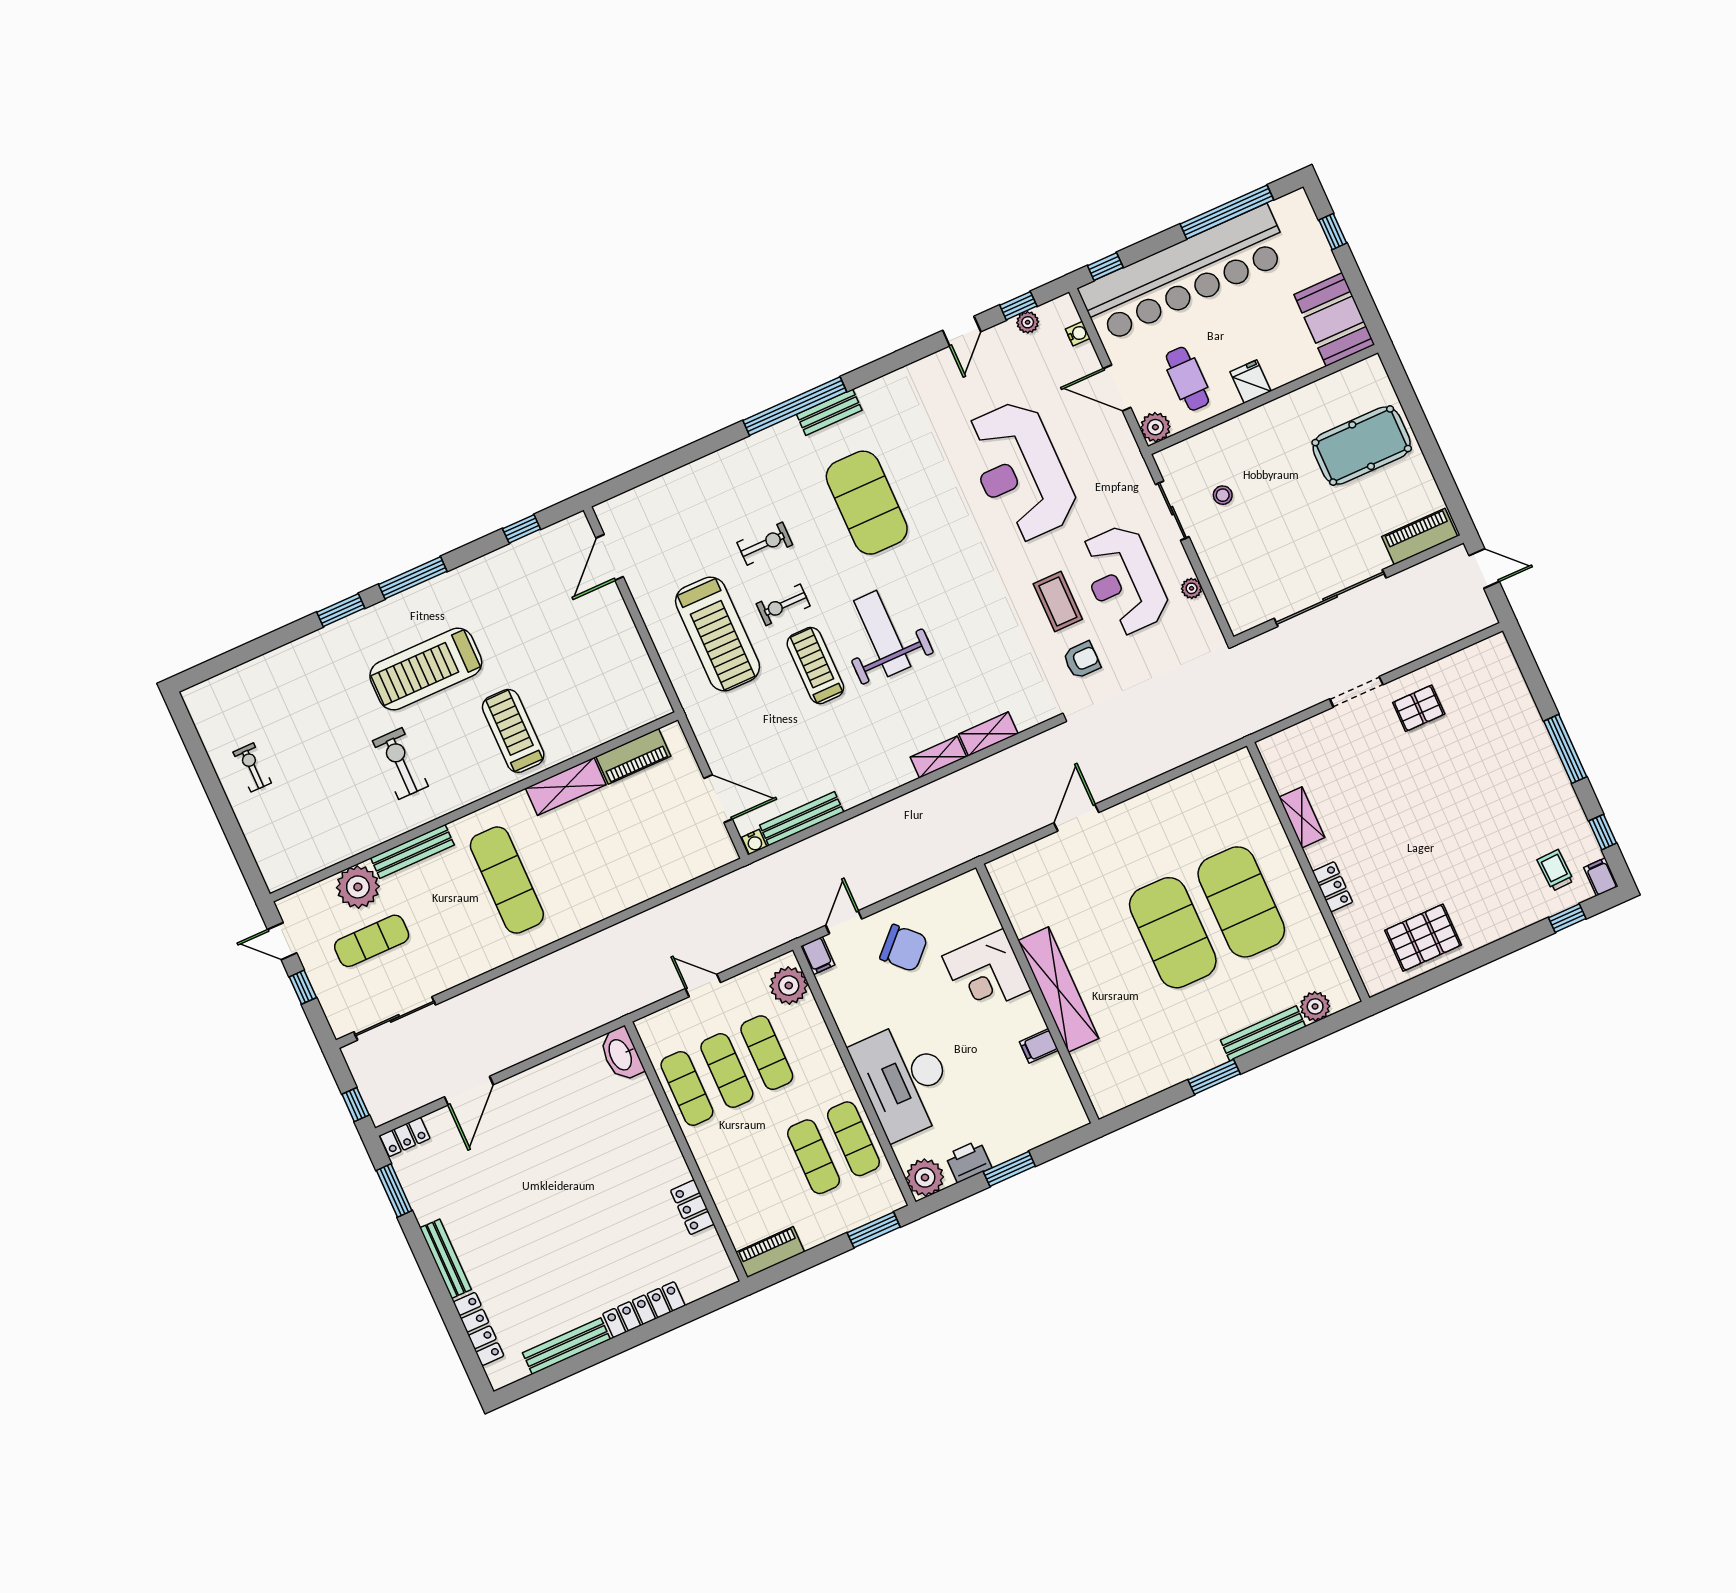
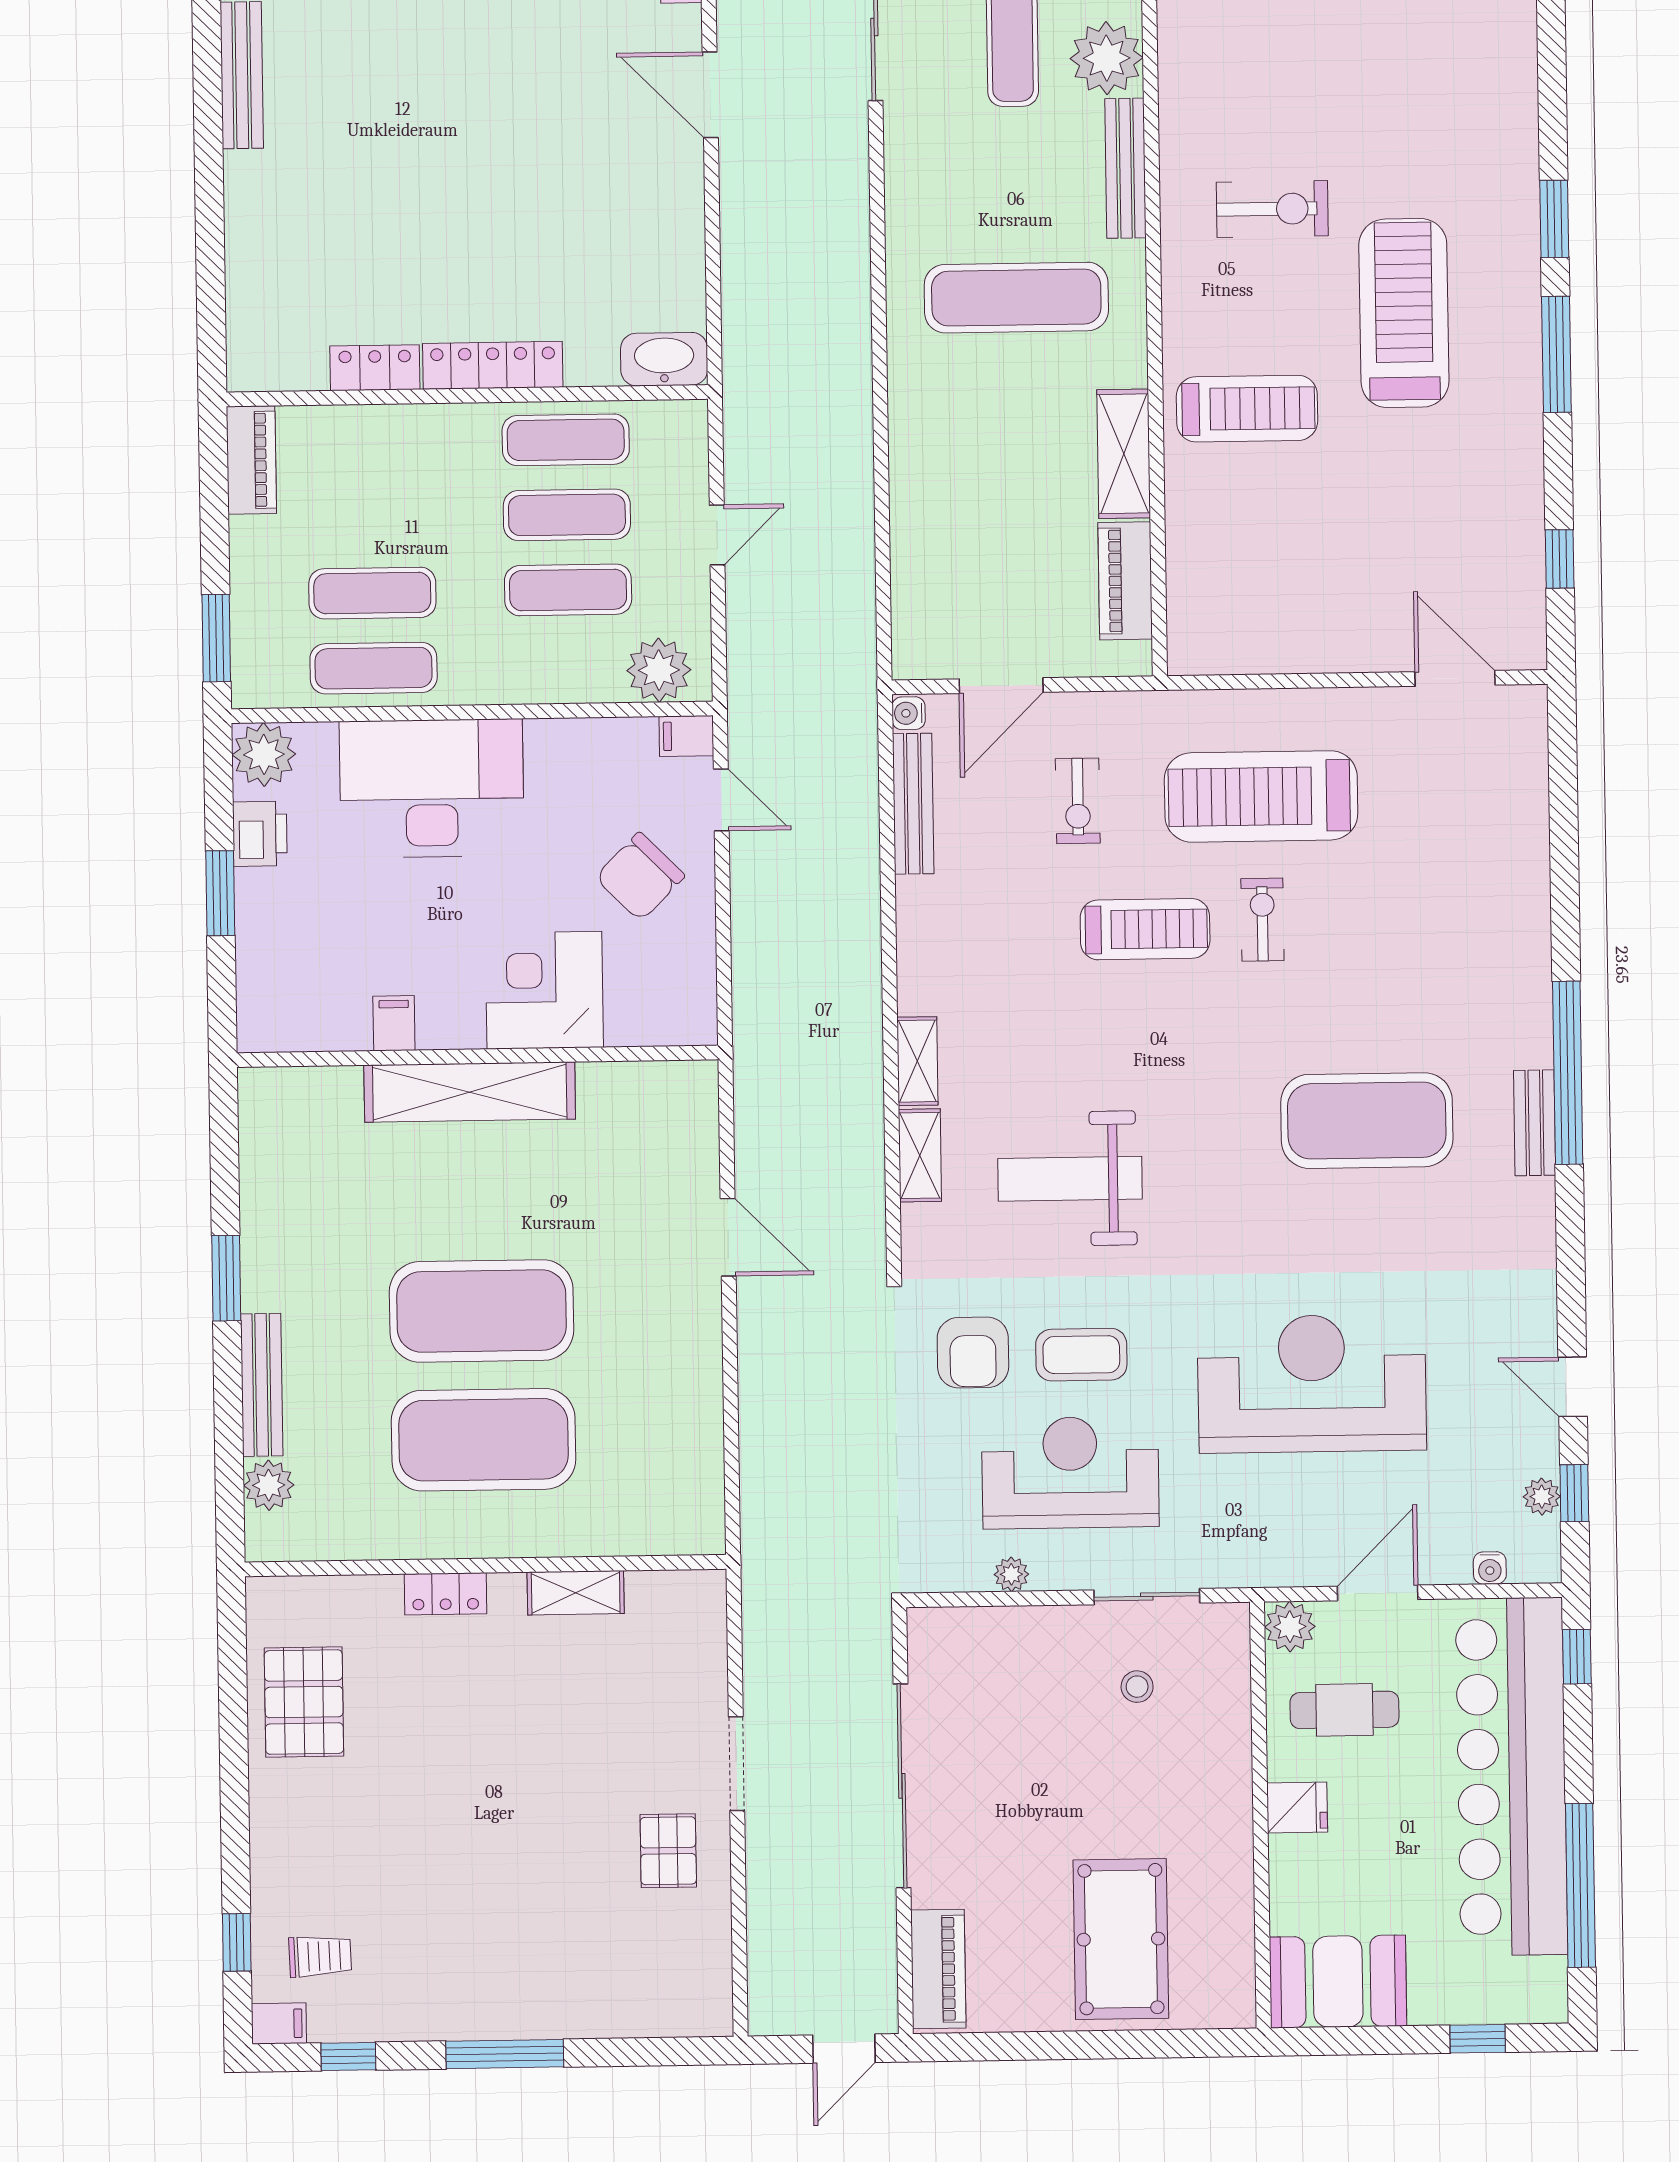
exercise bike: (765, 544) -> (1078, 801), moved
weight bench: (882, 634) -> (1070, 1179), moved, turned 180
armchair: (1082, 660) -> (973, 1353), width x1.38, depth x1.38
locker: (644, 1310) -> (493, 365), moved, turned -90

